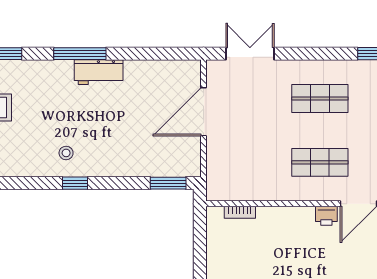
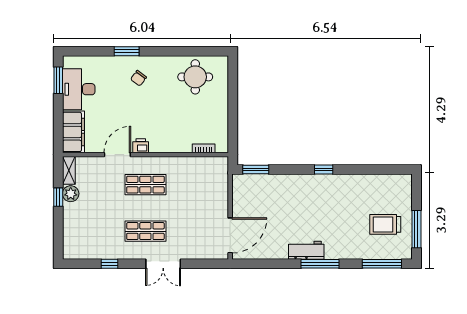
double door: (250, 54) -> (163, 264), moved
door: (204, 112) -> (230, 235), moved
stool: (66, 153) -> (330, 191), removed

